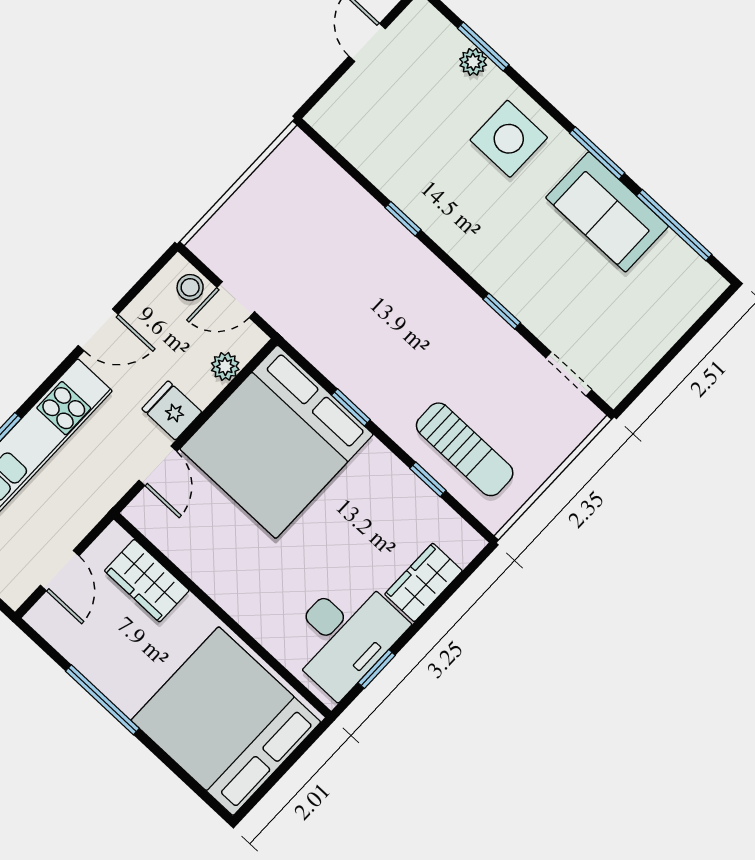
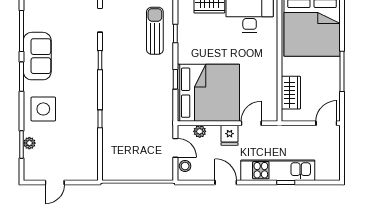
door: (60, 571) -> (326, 123), moved

